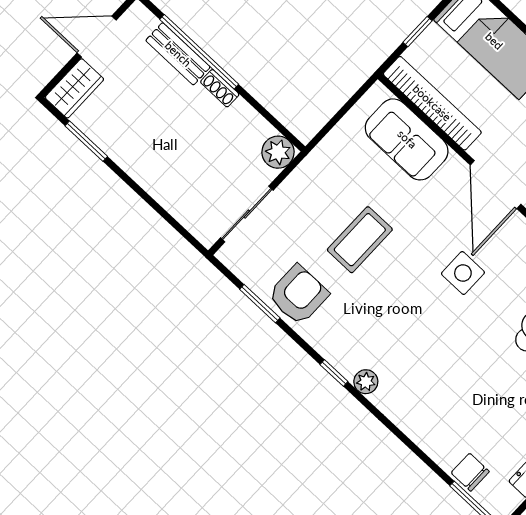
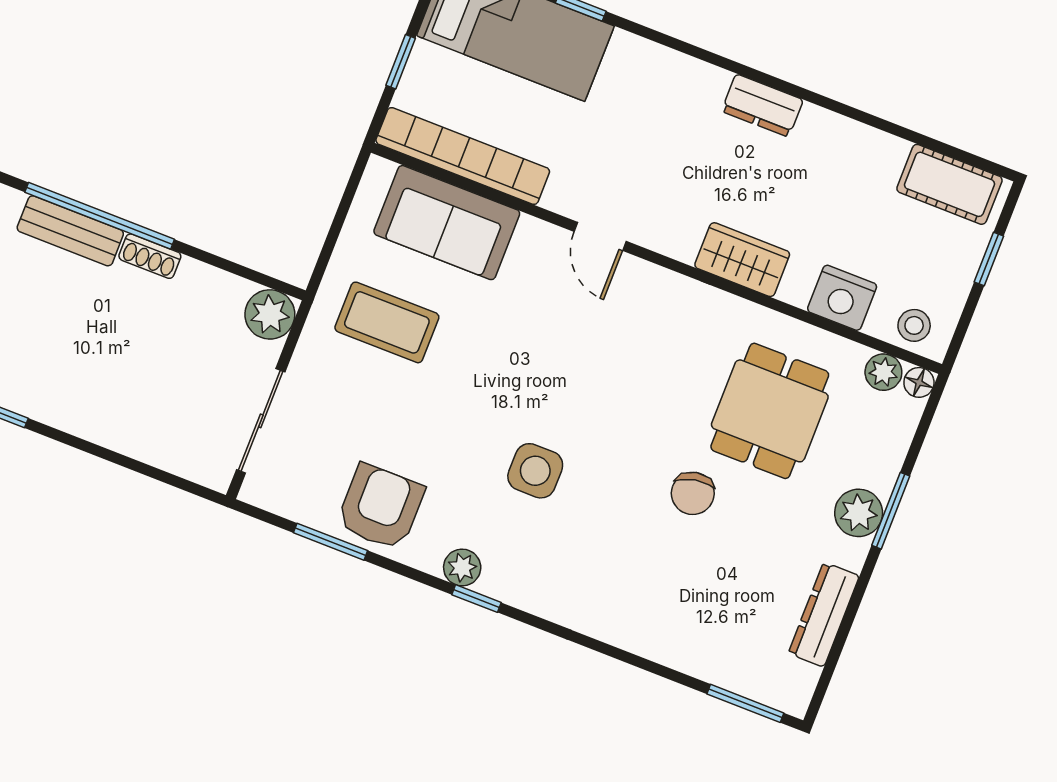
door: (496, 185) -> (600, 236), width x0.53
coffee table: (360, 240) -> (387, 322), moved, turned 90
side table: (463, 273) -> (535, 471), moved
plant: (366, 382) -> (462, 567), moved
chair: (470, 472) -> (693, 493), moved, turned -101

